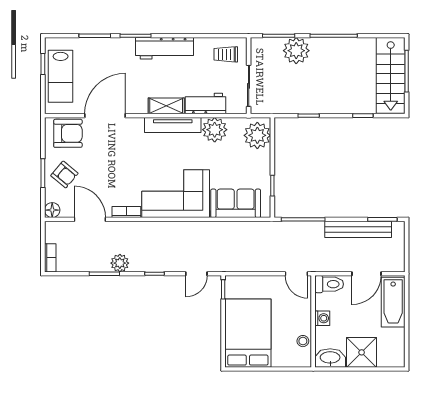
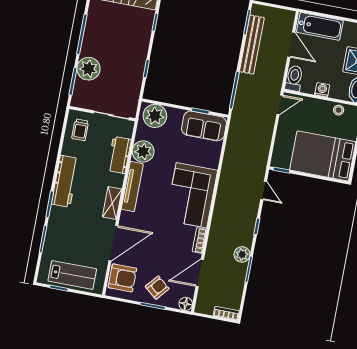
shelving: (166, 106) -> (112, 203), moved
door: (105, 116) -> (113, 243), swing flipped
armchair: (68, 133) -> (122, 278), turned 90
sofa: (236, 203) -> (204, 126), moved, turned -90

